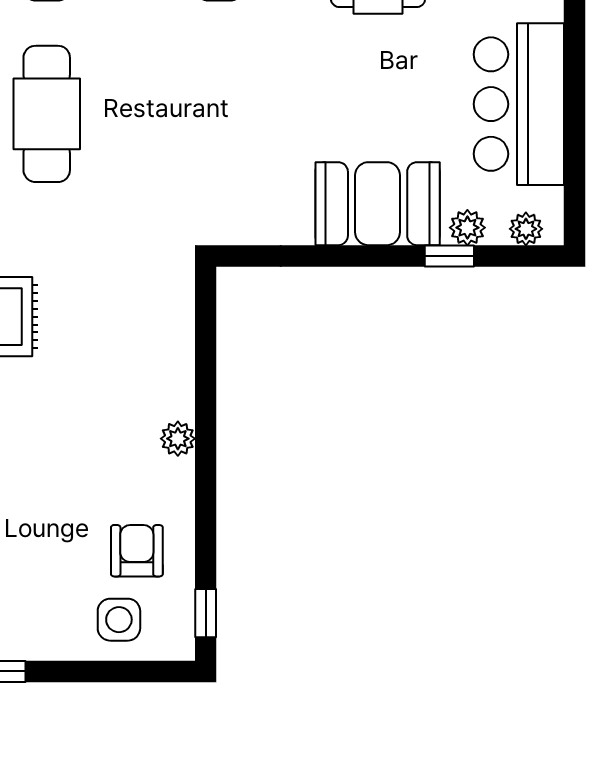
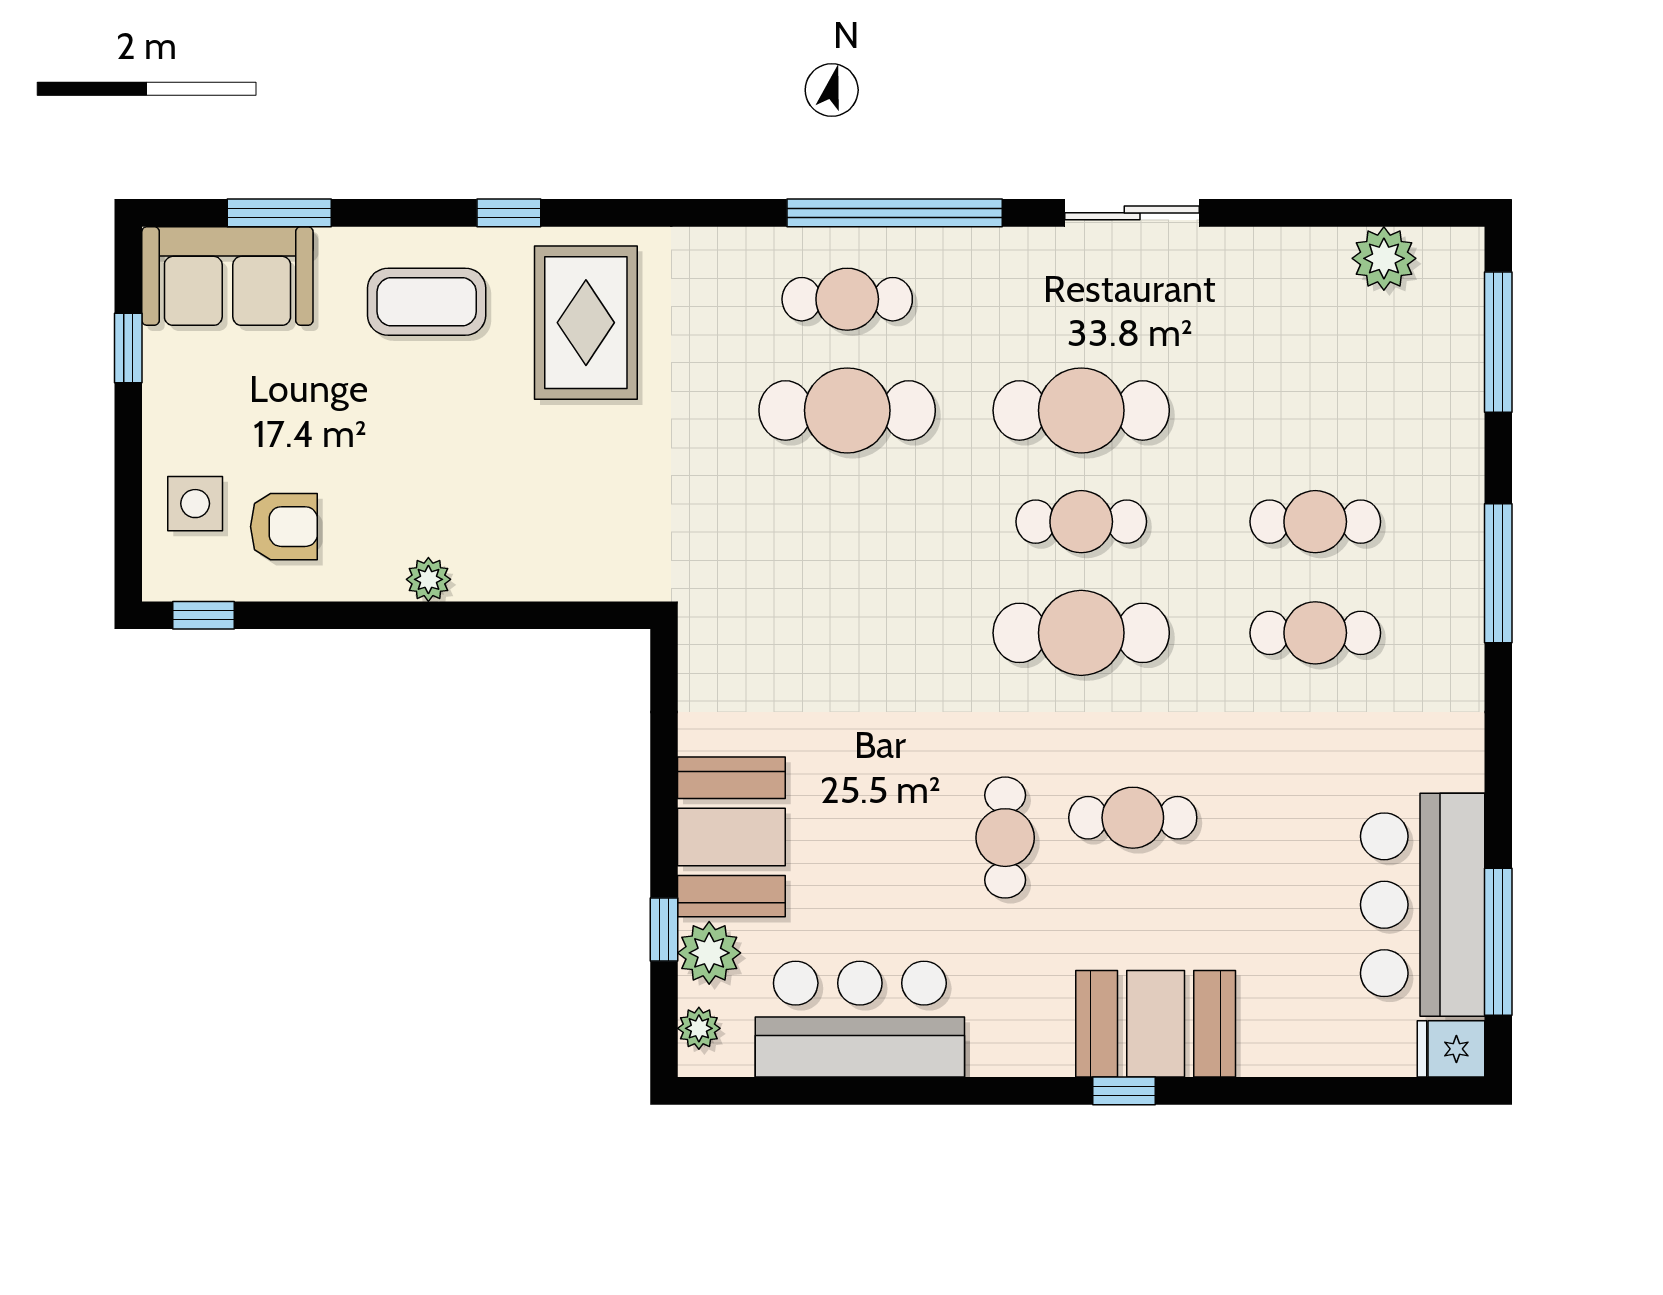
plant: (467, 228) -> (709, 953), width x1.38, depth x1.38

